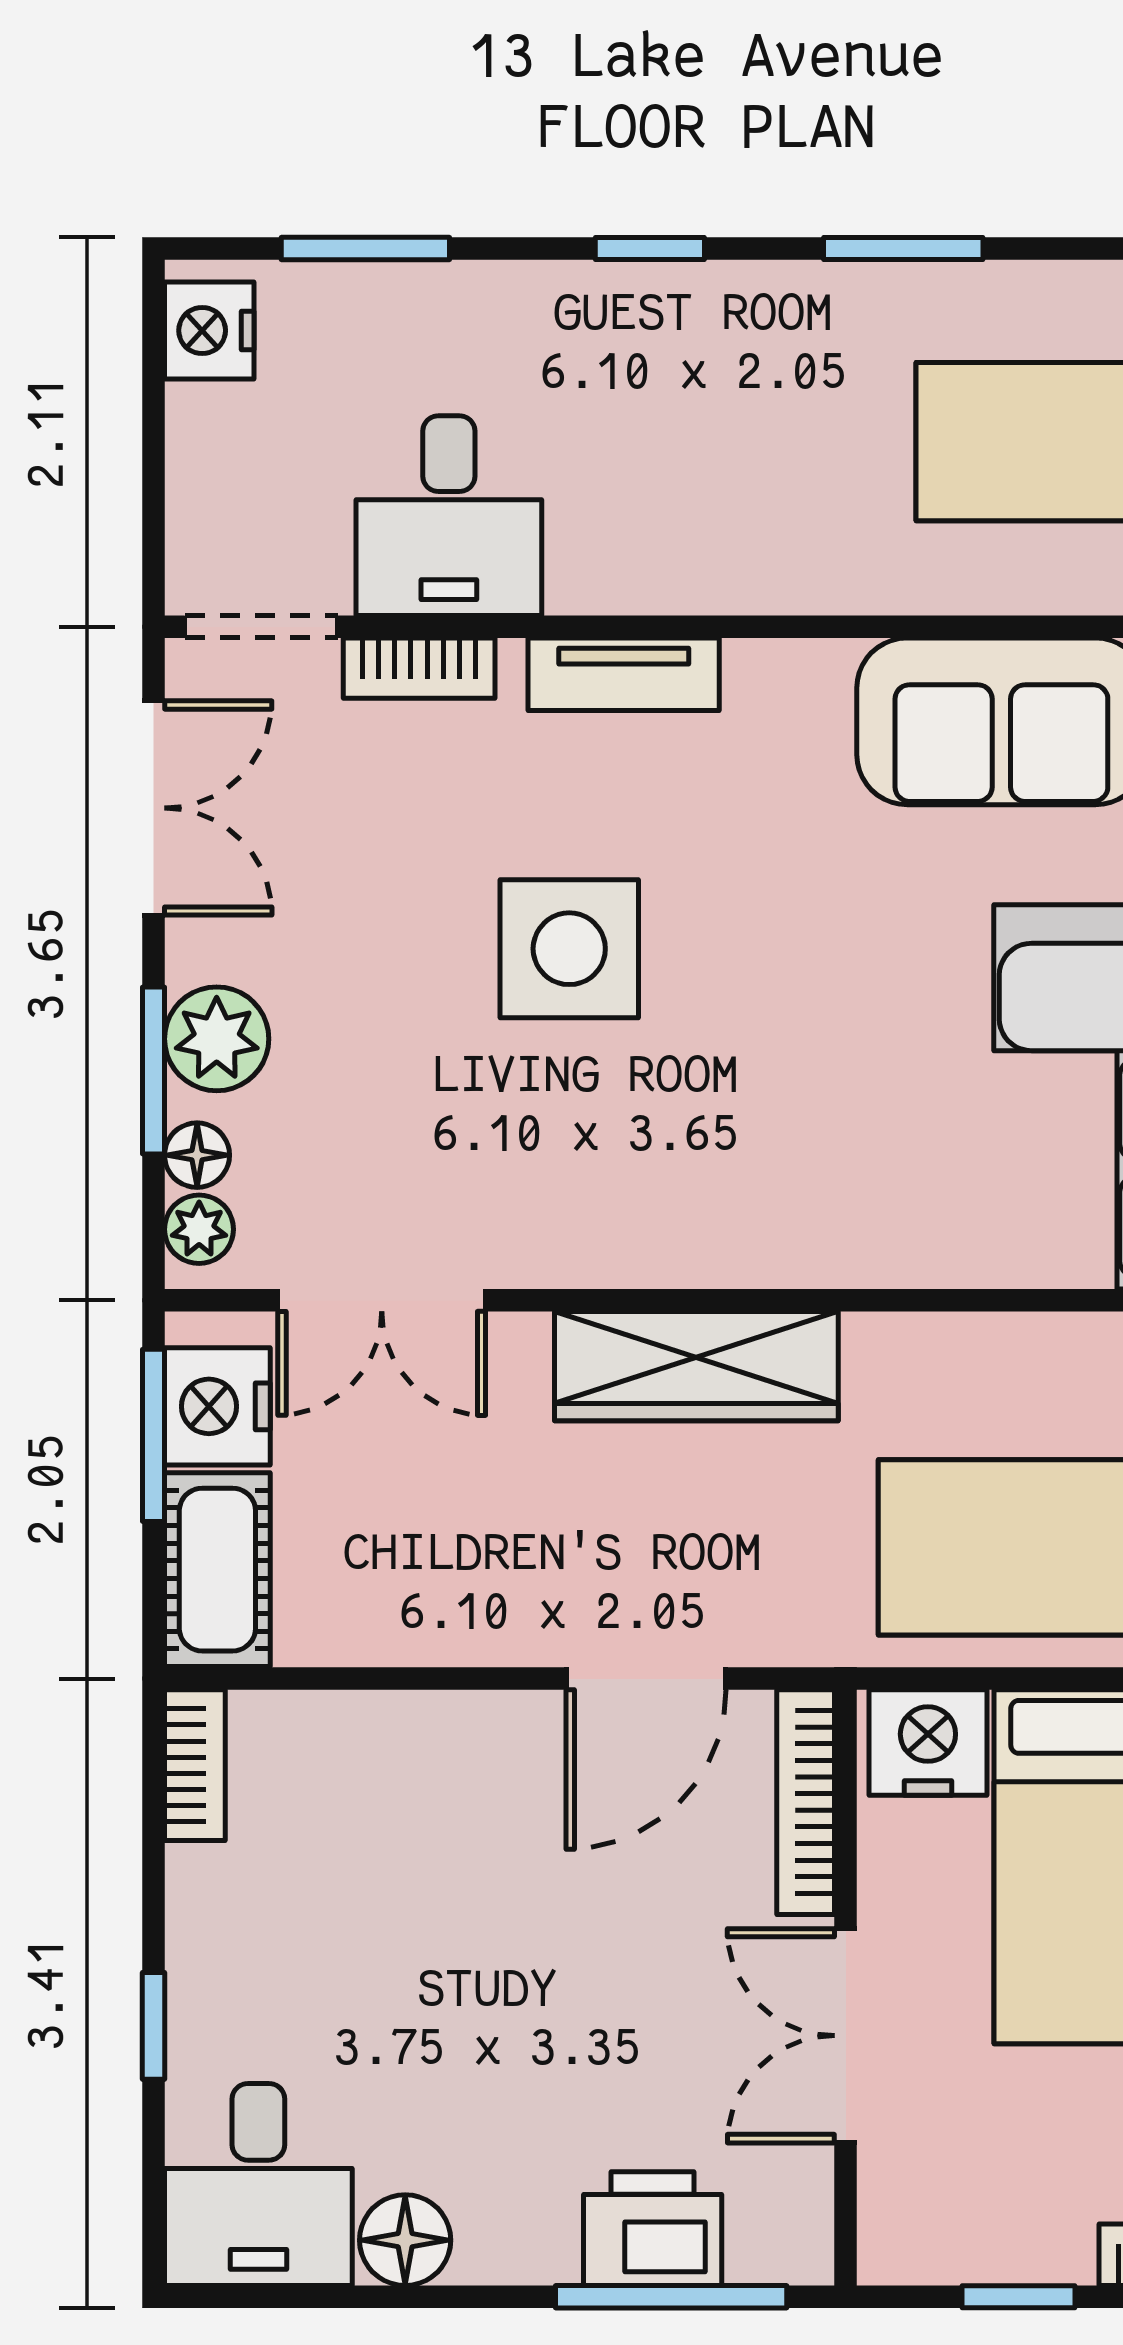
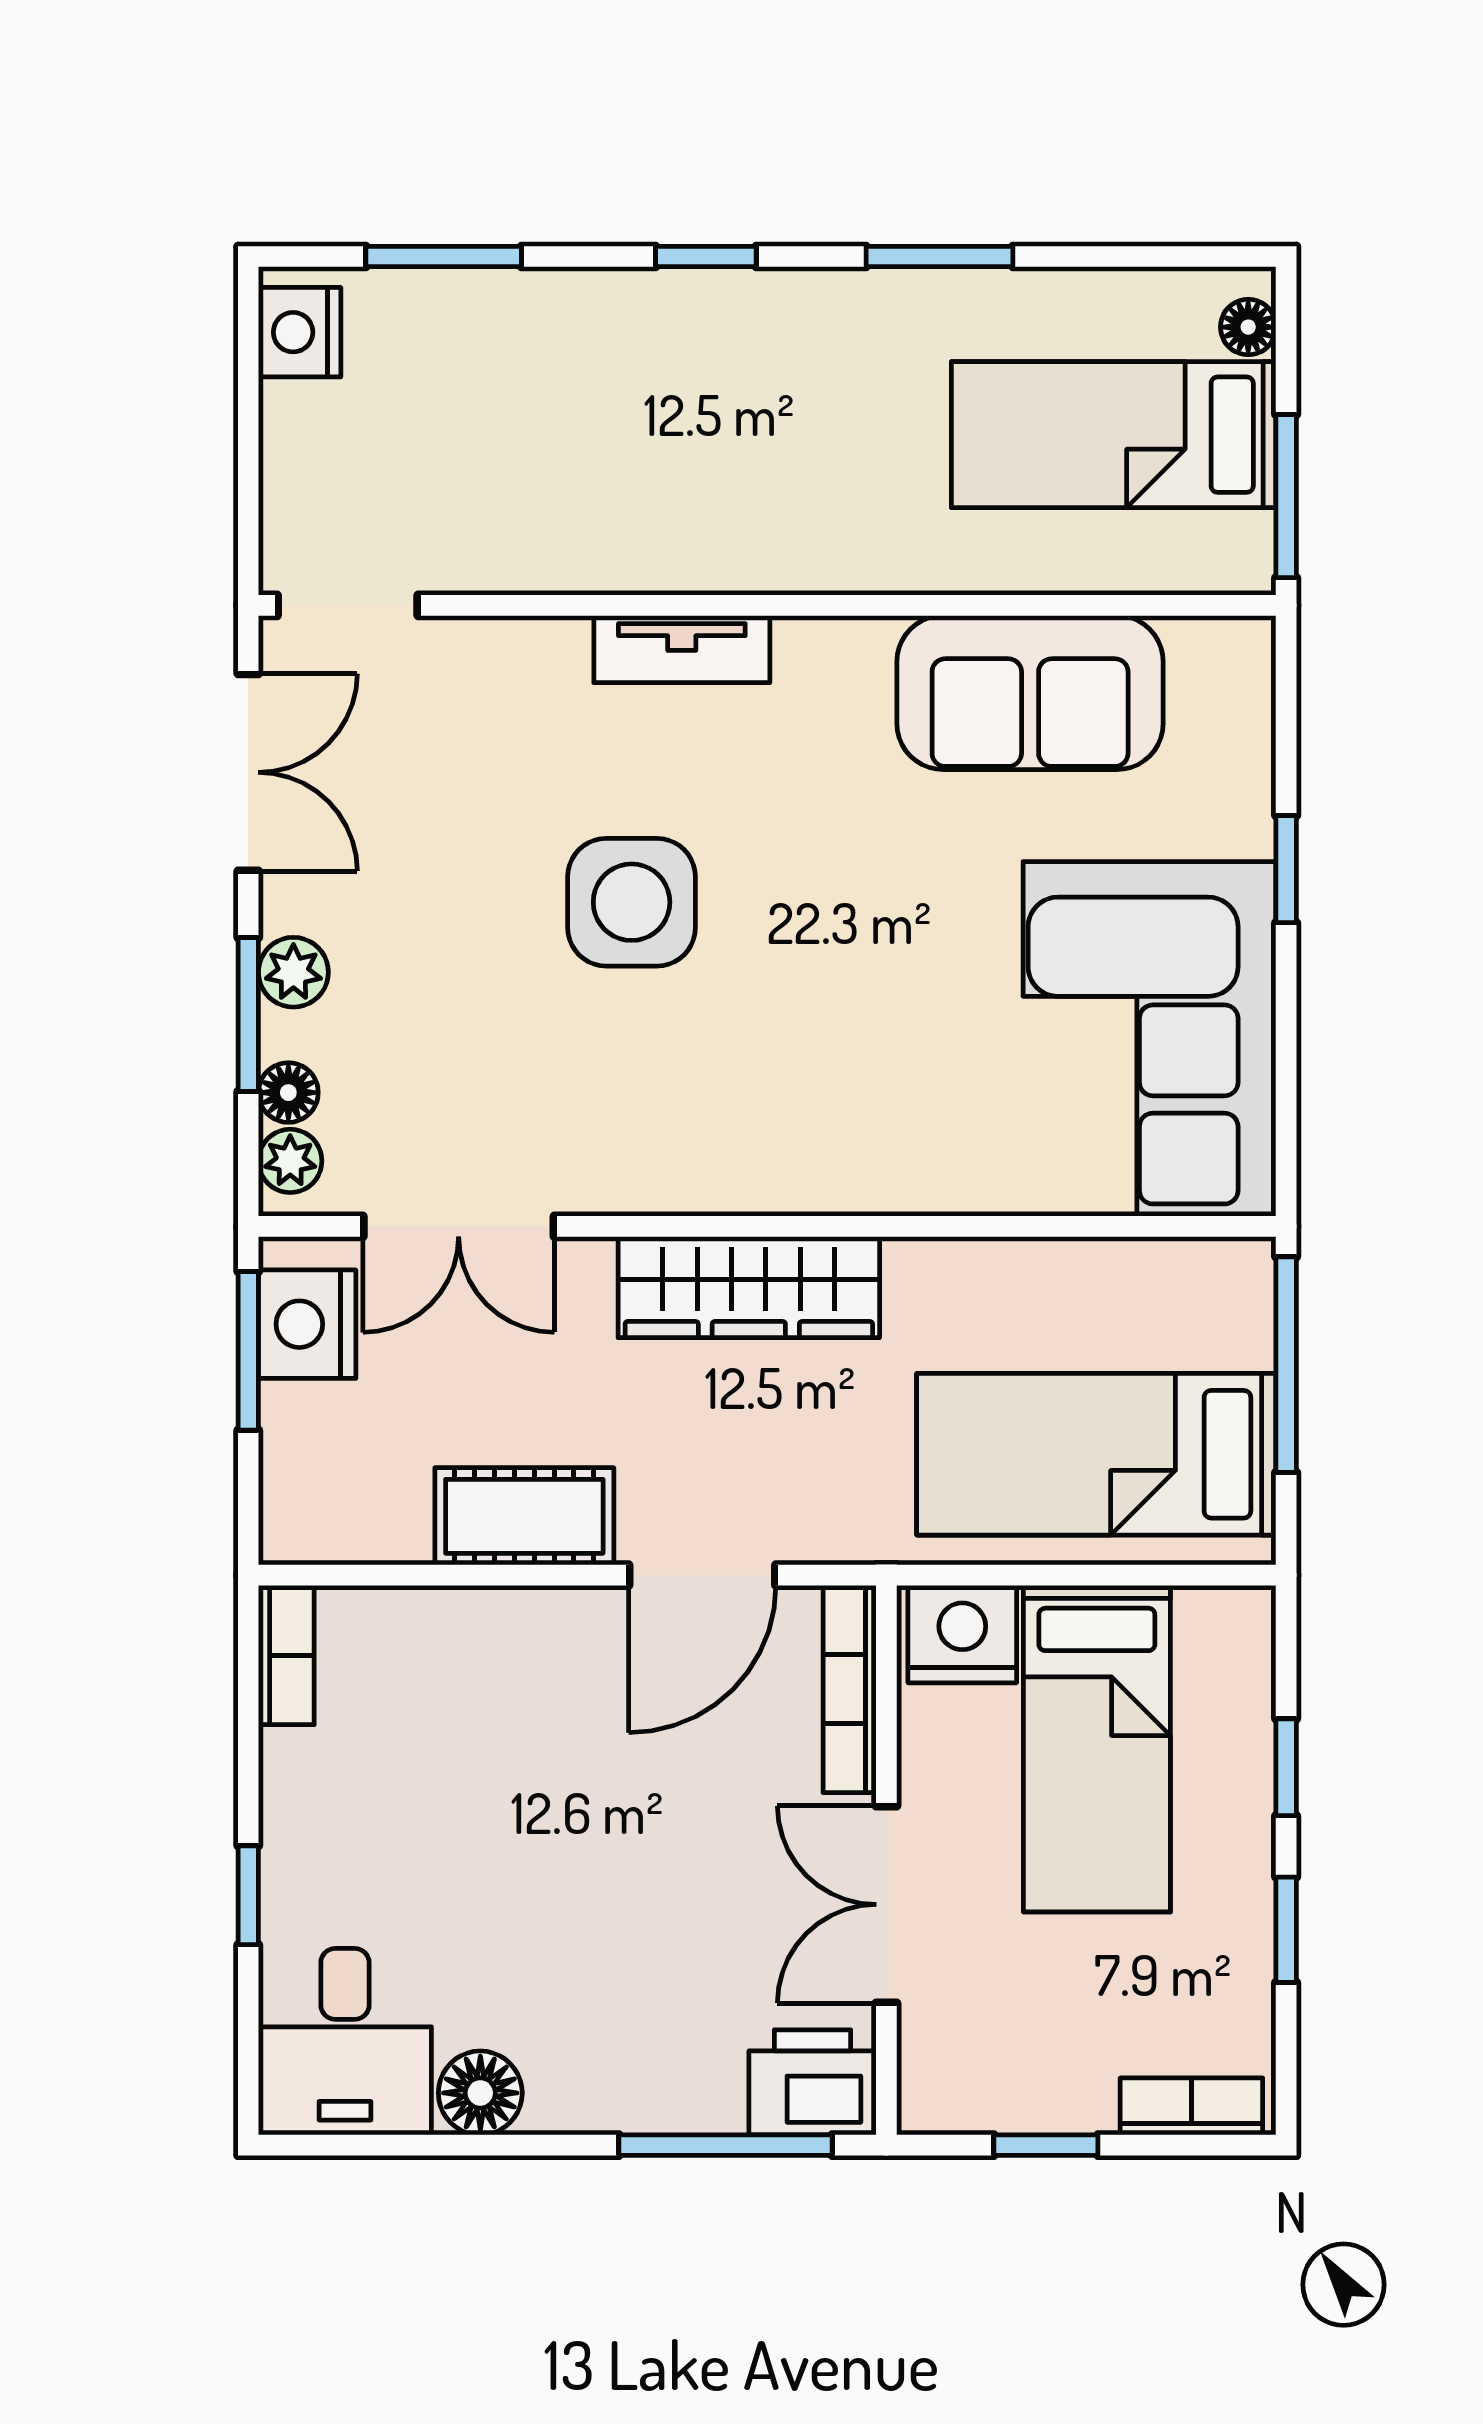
desk: (449, 516) -> (521, 503), removed
bookcase: (419, 668) -> (493, 643), removed
plant: (217, 1039) -> (293, 972), width x0.73, depth x0.73
cot: (217, 1570) -> (524, 1516), moved, turned 90
printer: (653, 2229) -> (813, 2082), moved

